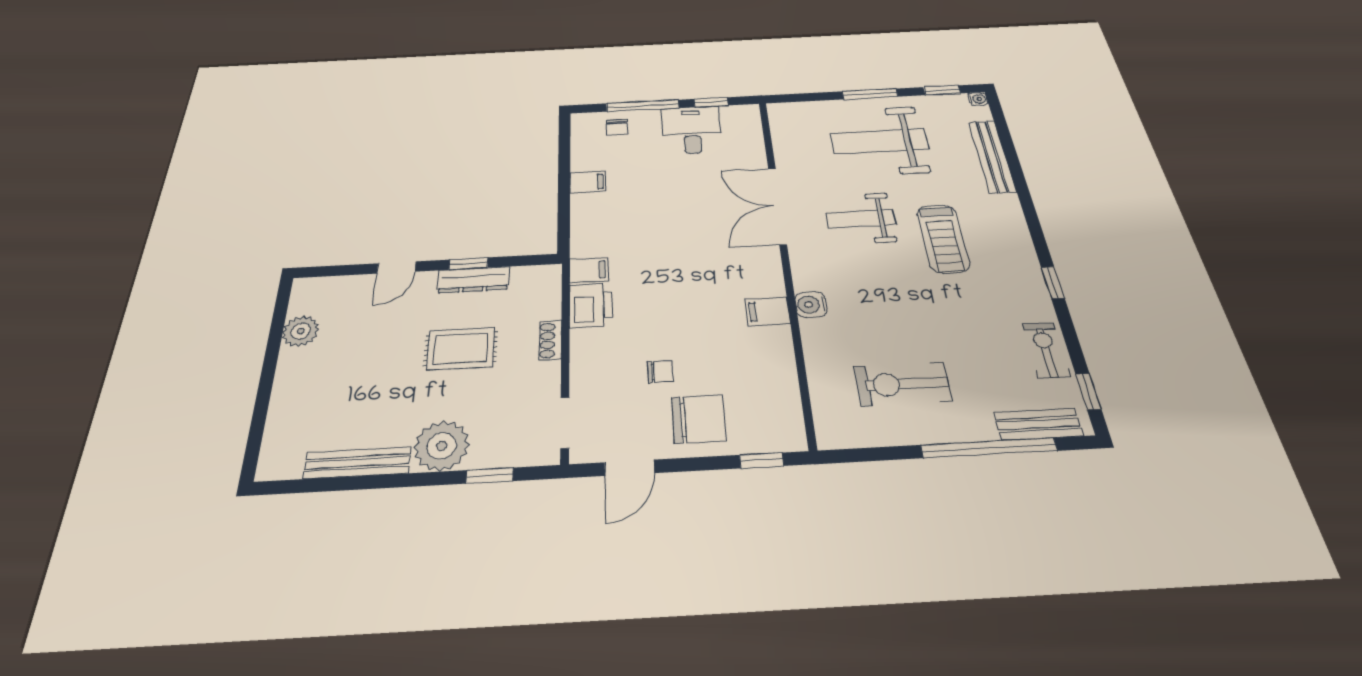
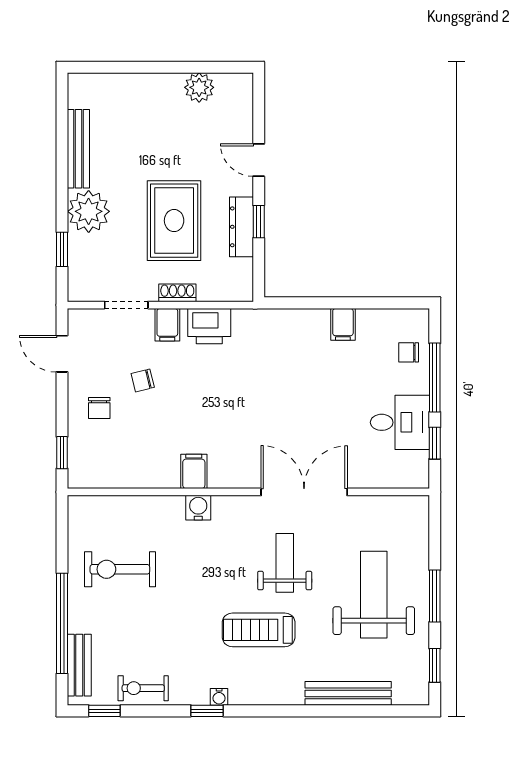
water cooler: (978, 99) -> (219, 697), moved
filing cabinet: (589, 270) -> (167, 325), moved
rug: (461, 349) -> (174, 221), width x1.36, depth x1.43
exercise bike: (1046, 350) -> (143, 688), turned 180
chair: (660, 372) -> (143, 380), turned 76
exercise bike: (903, 384) -> (120, 569), turned -90
chair: (699, 419) -> (99, 408), width x0.54, depth x0.54
doorway: (565, 423) -> (126, 305), moved

